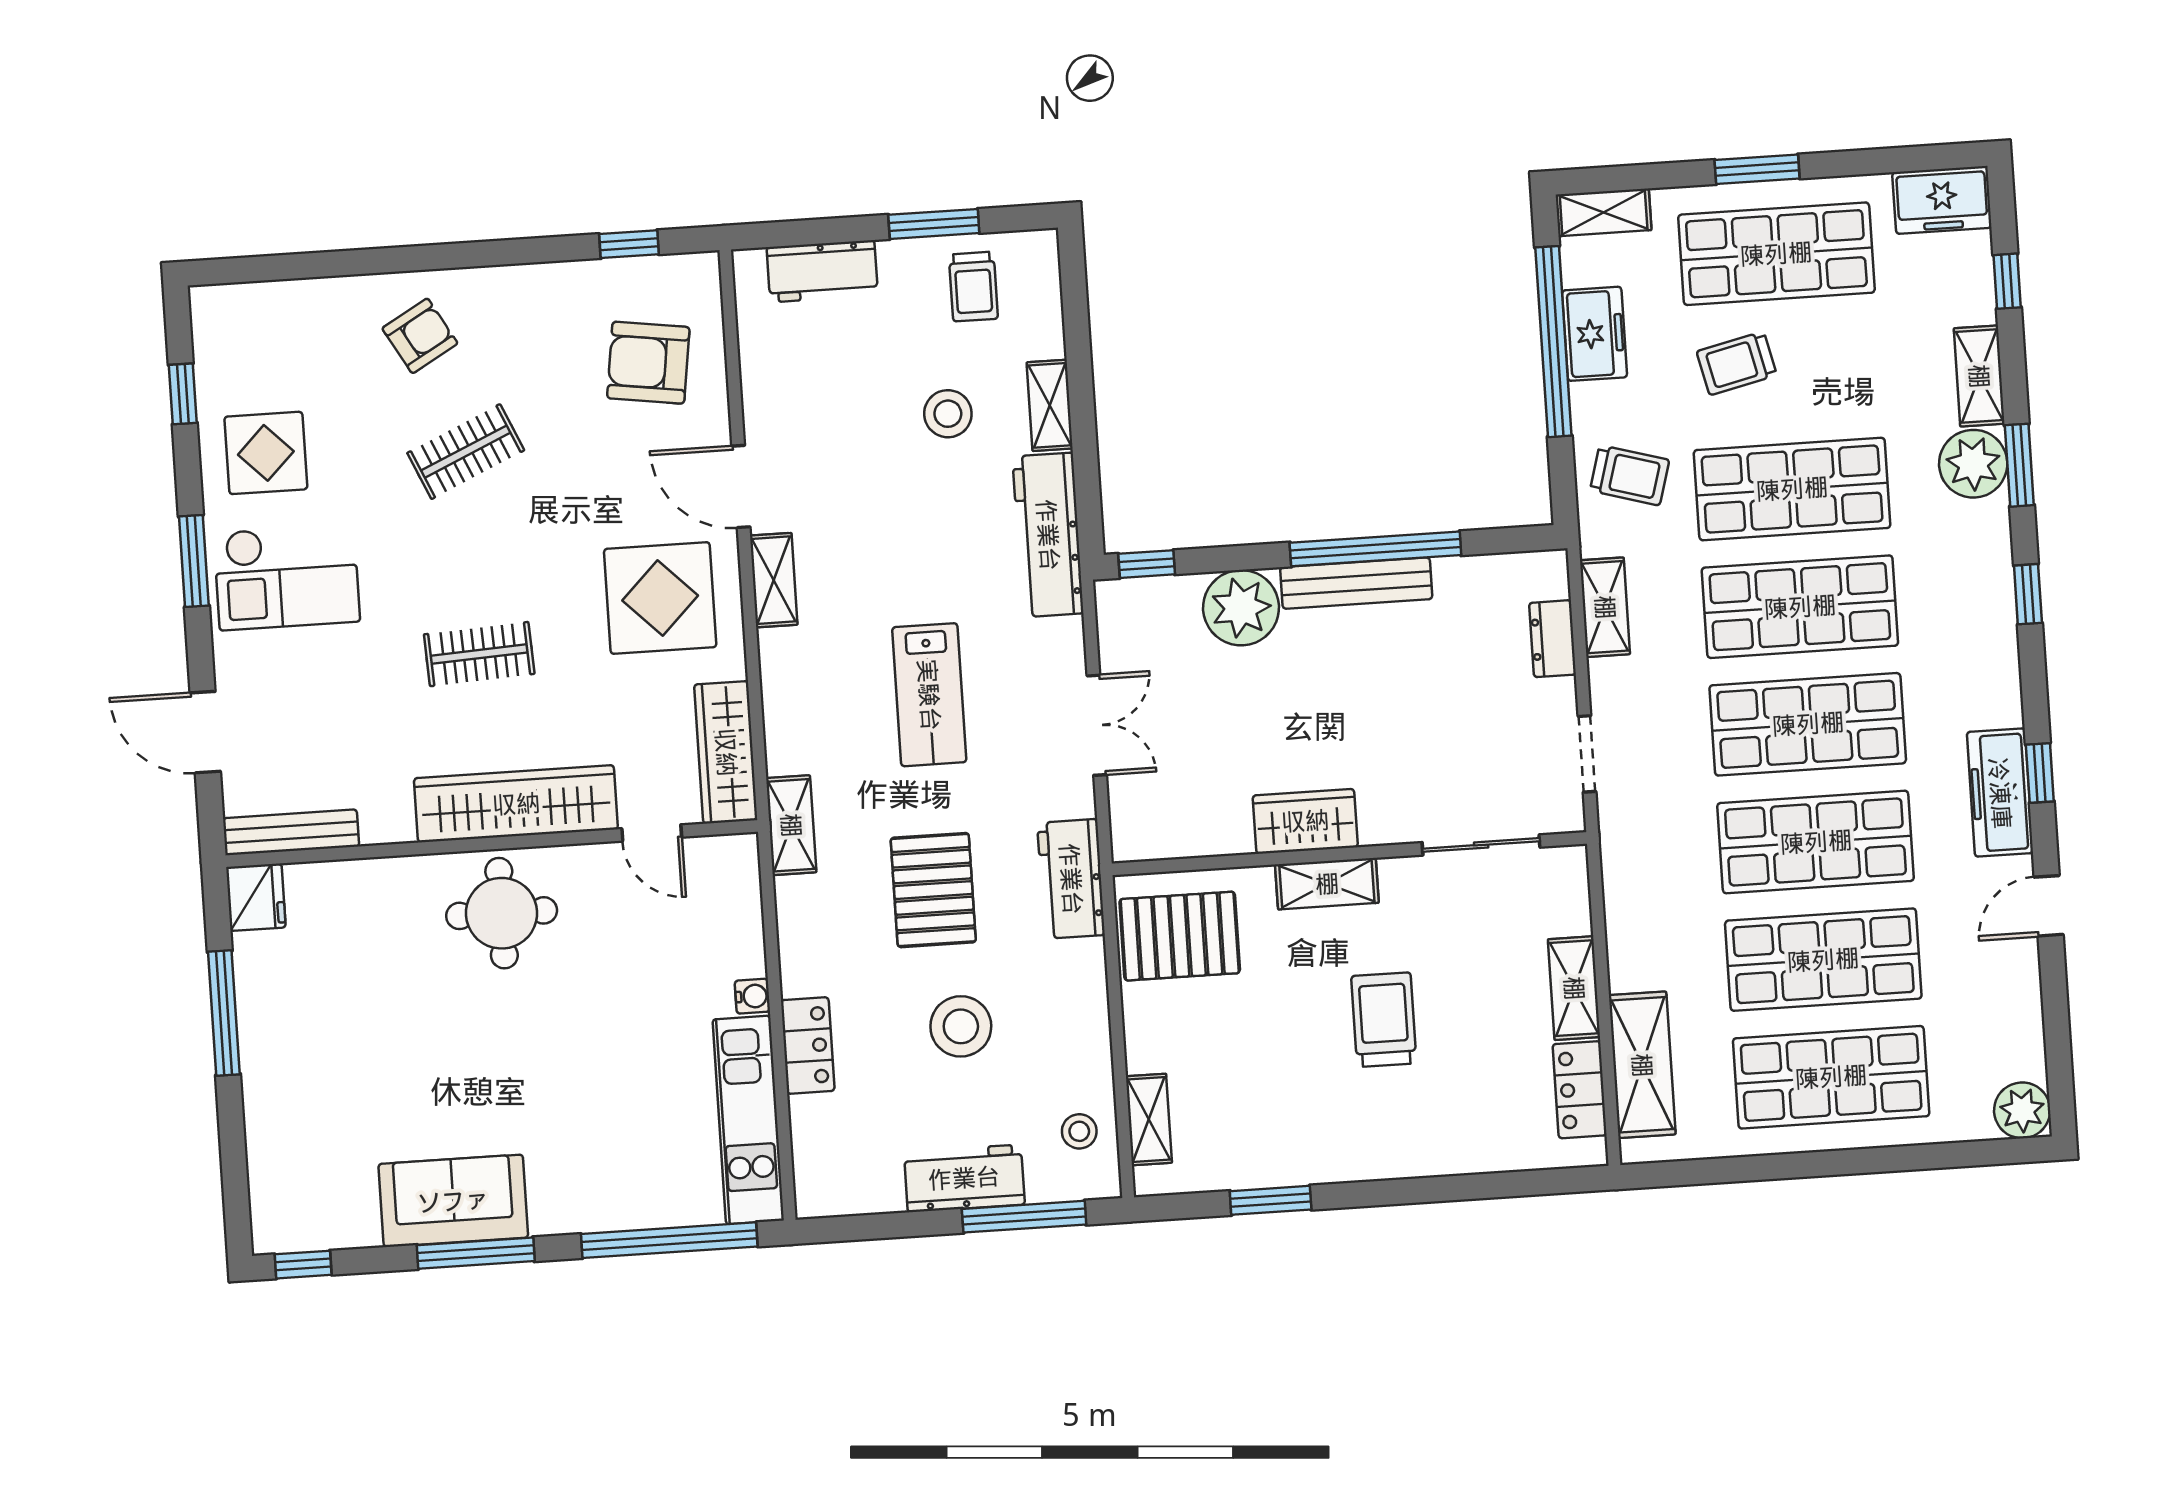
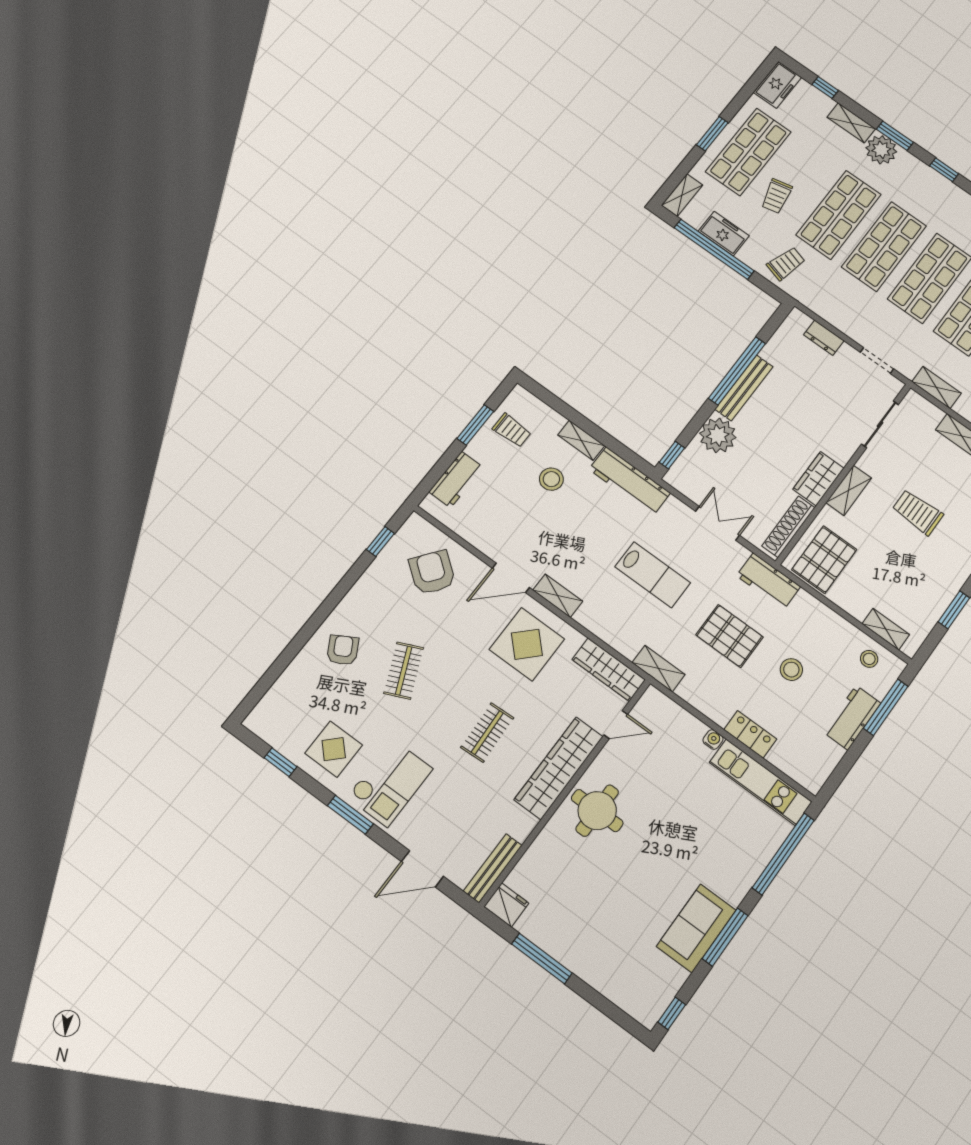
armchair: (648, 363) -> (432, 572), turned 119
shelving: (1605, 607) -> (937, 387), moved
shoe rack: (1186, 838) -> (788, 527), added
stool: (961, 1026) -> (791, 670), width x0.73, depth x0.73

